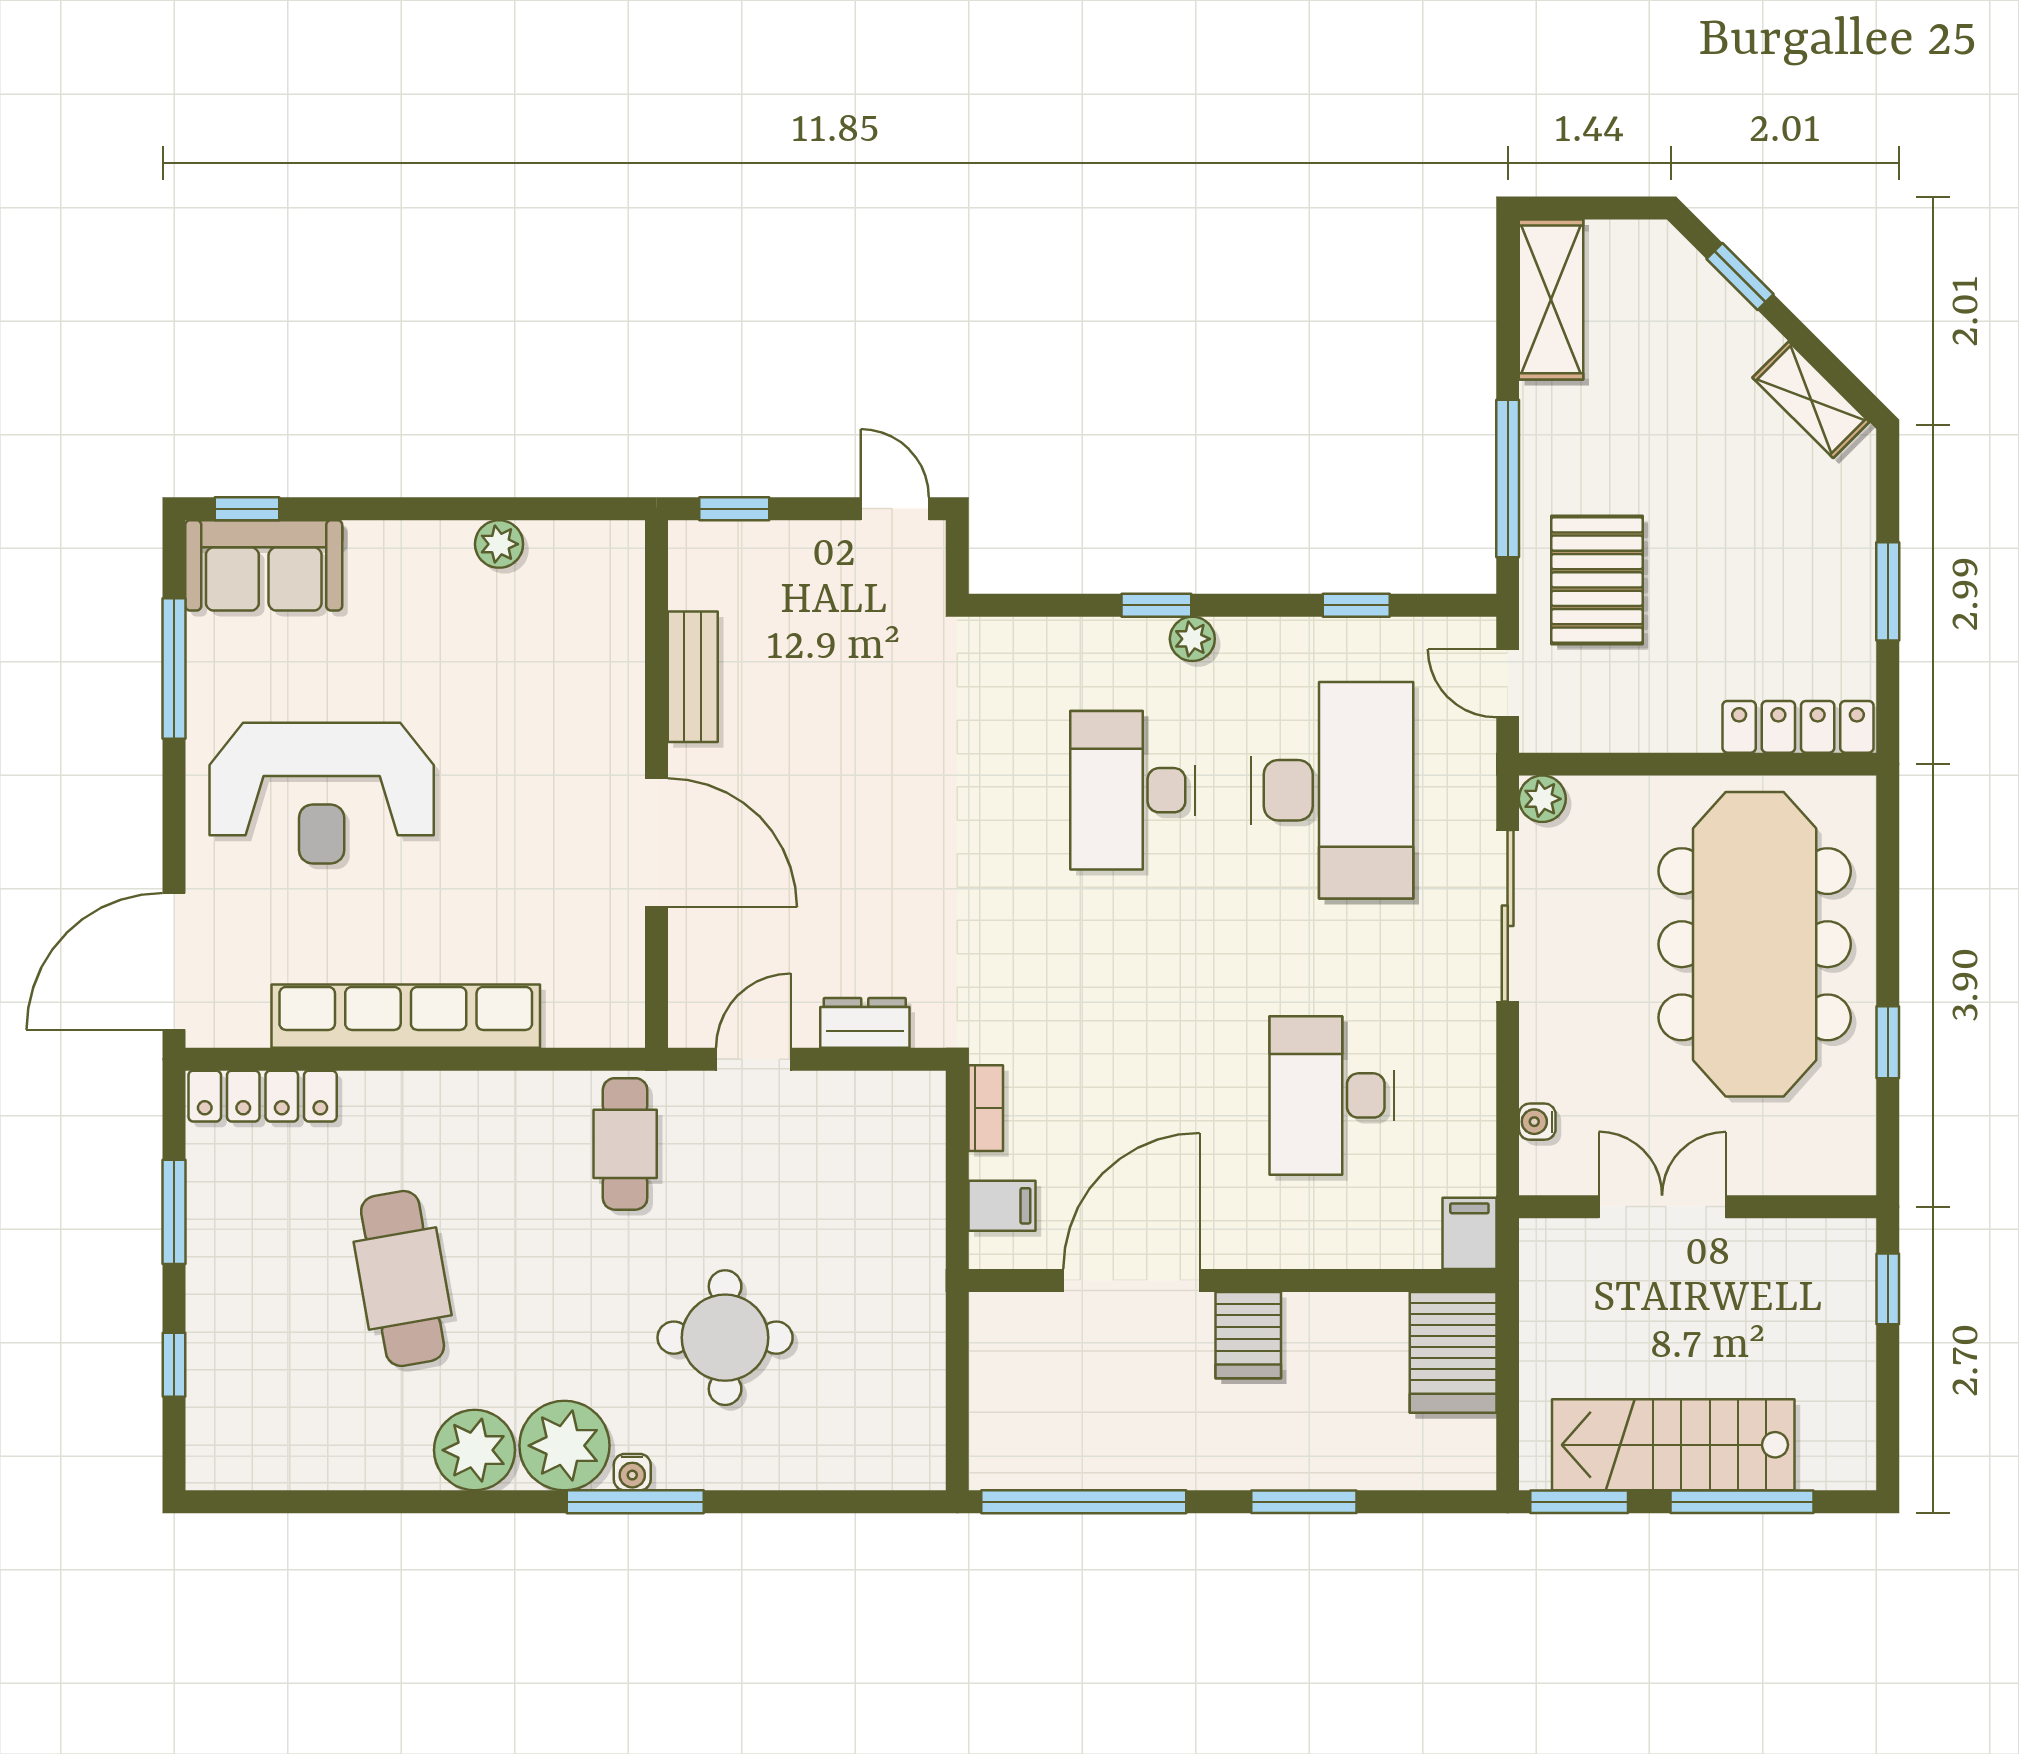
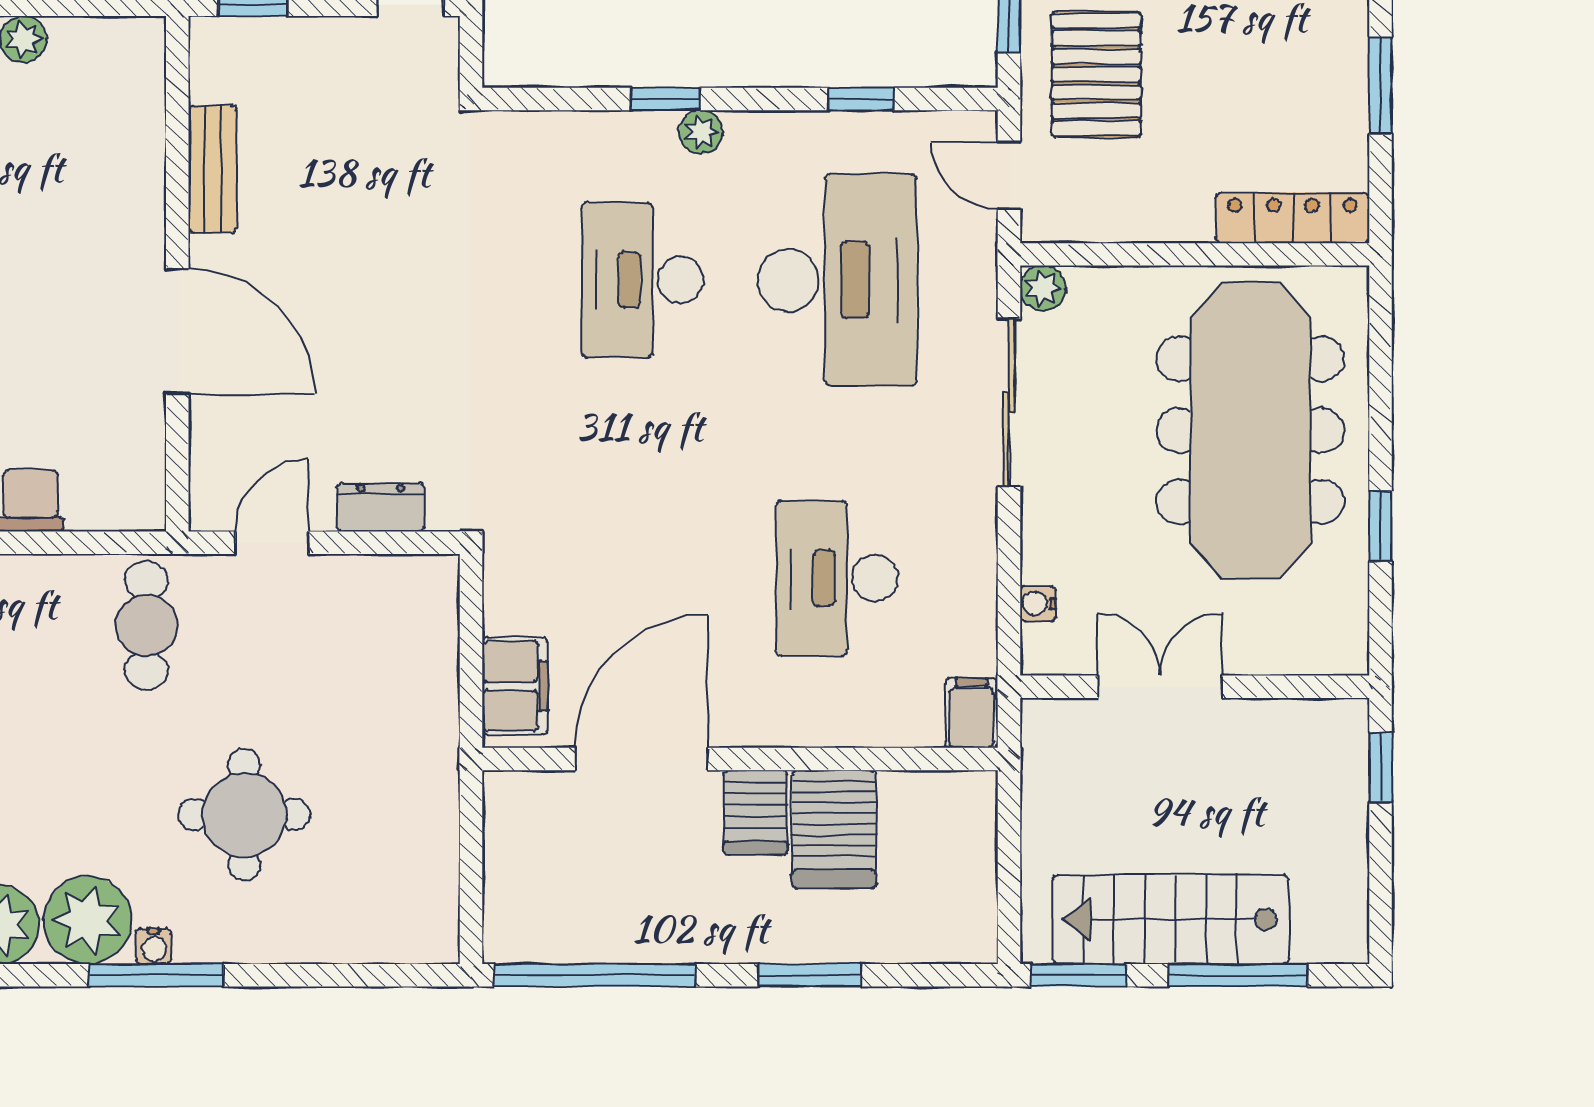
bookcase: (986, 1108) -> (499, 591), removed
filing cabinet: (1002, 1206) -> (515, 686), width x2.00
server rack: (1453, 1352) -> (834, 829), moved

